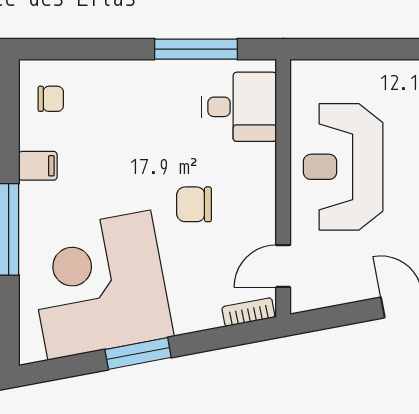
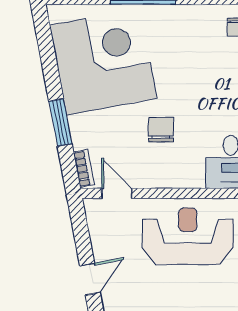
filing cabinet: (38, 166) -> (189, 18), removed
window: (138, 353) -> (60, 123), moved

